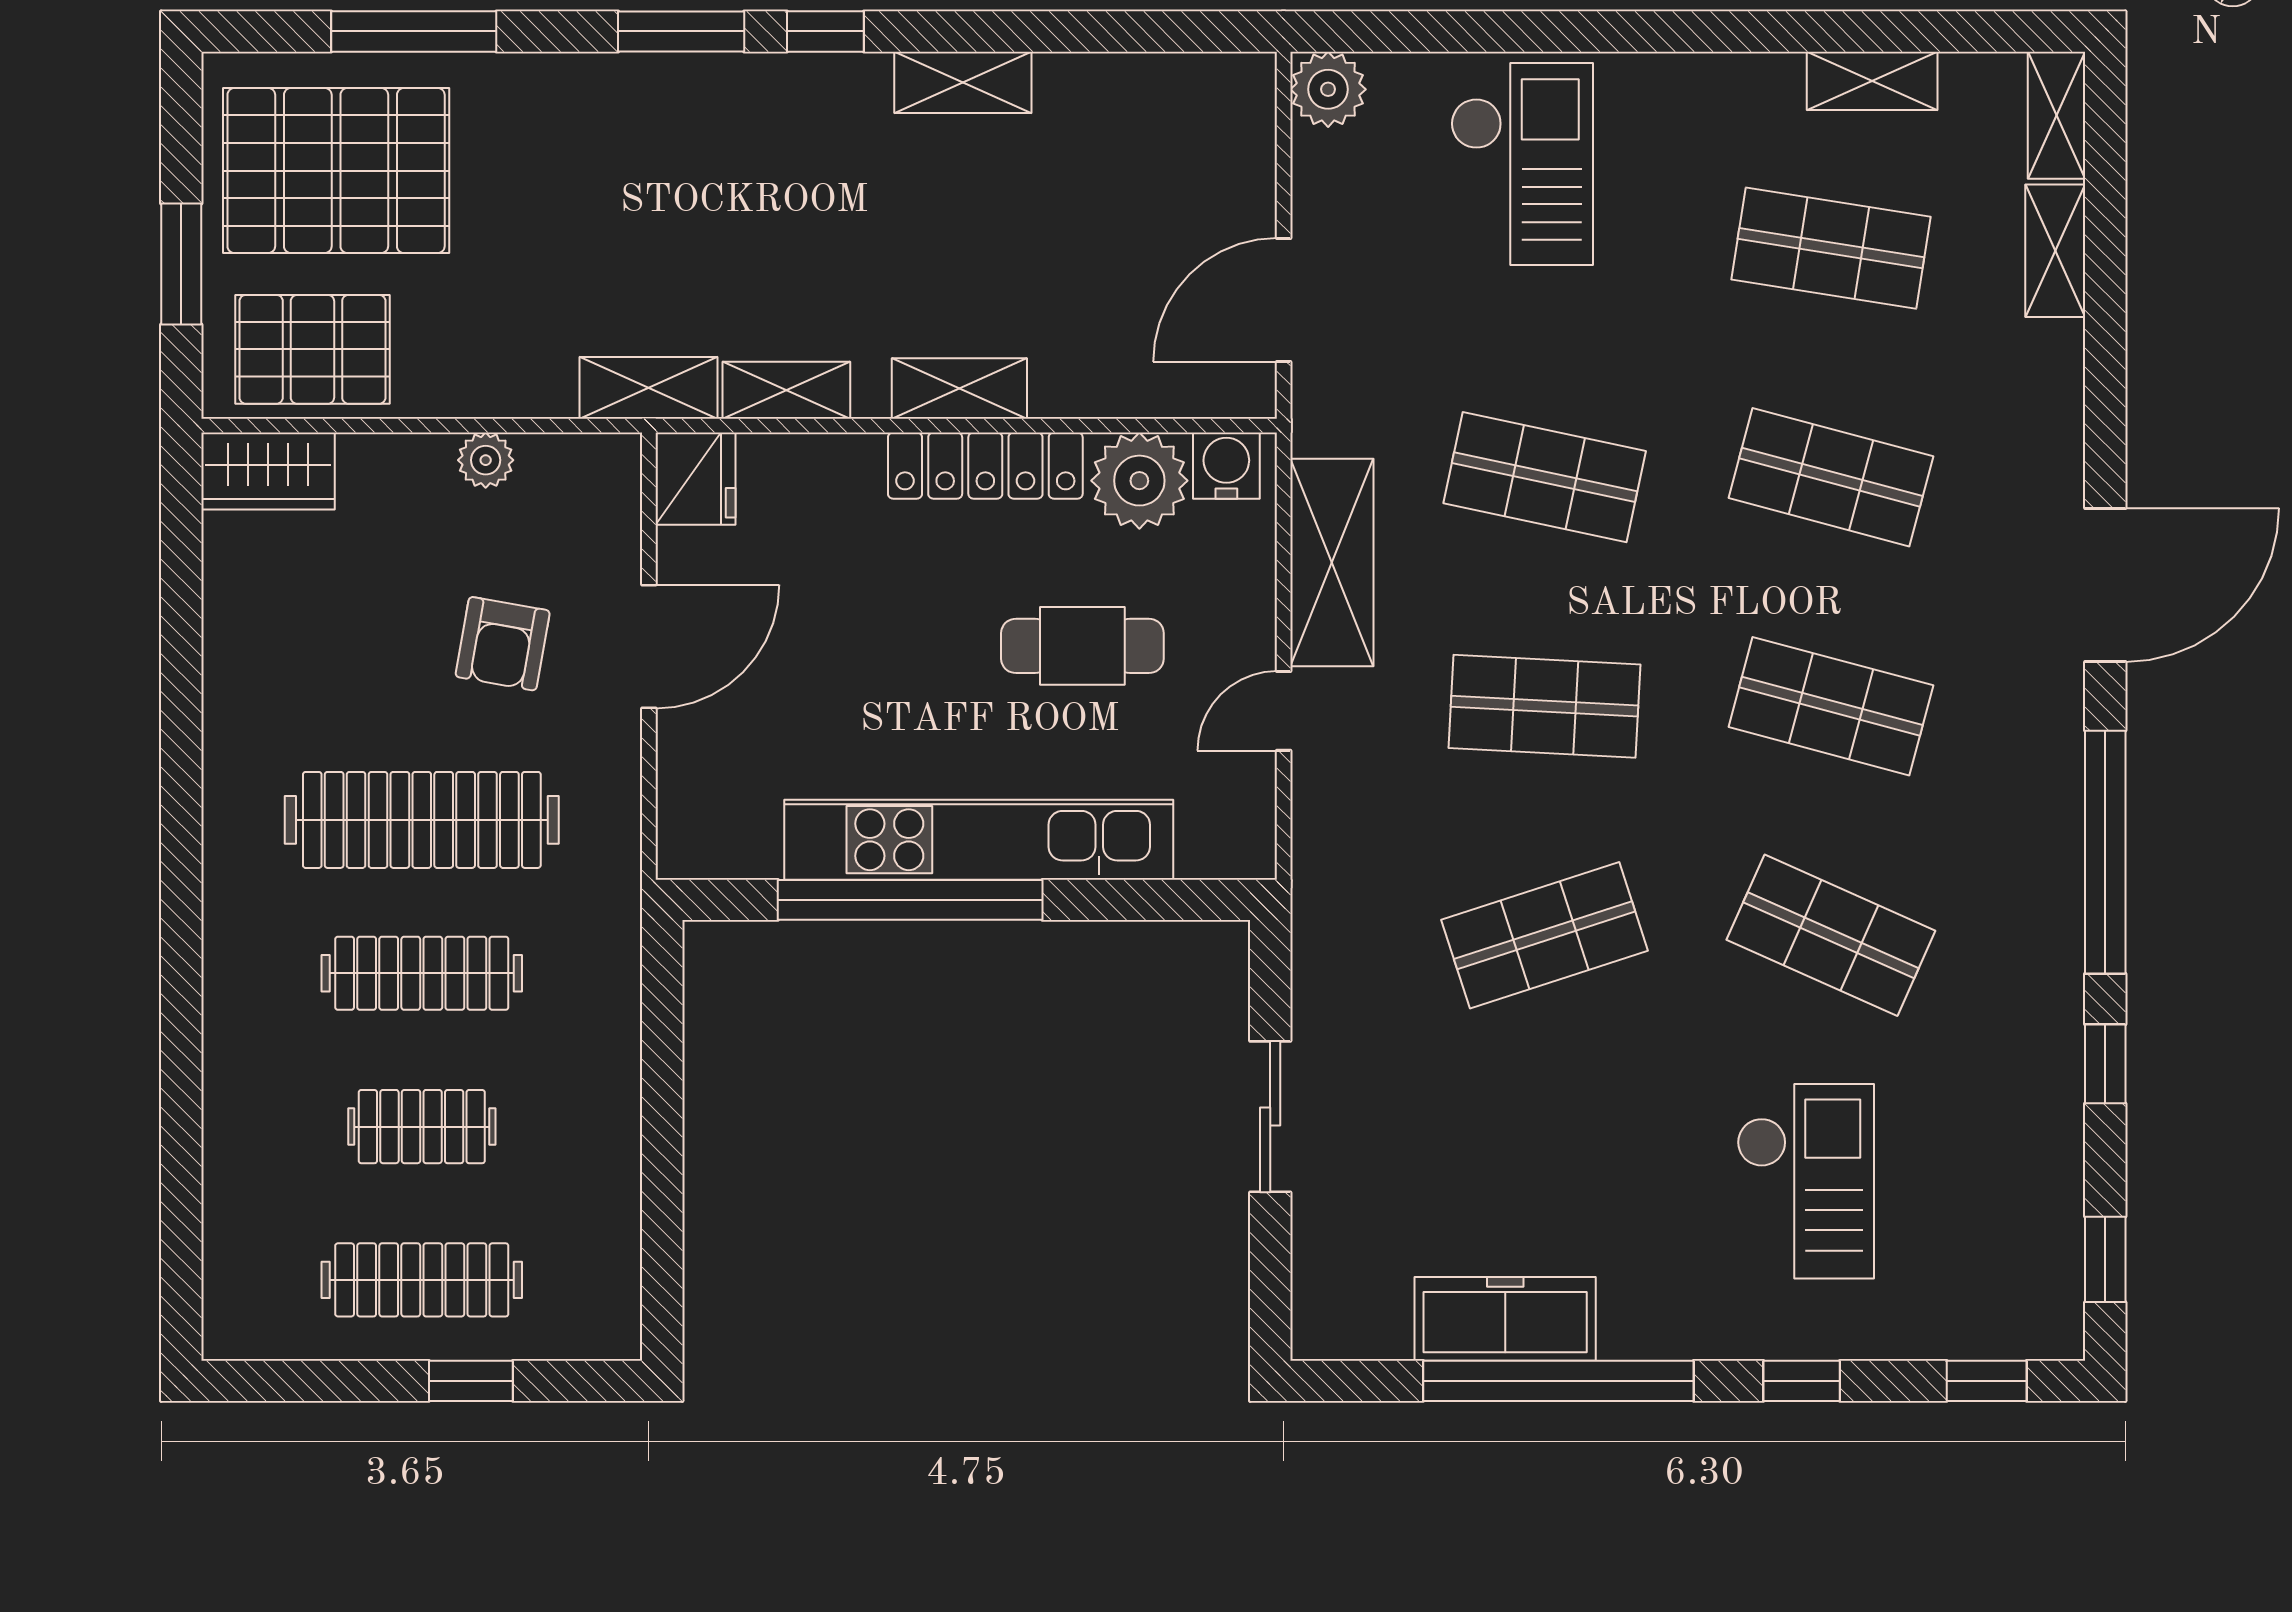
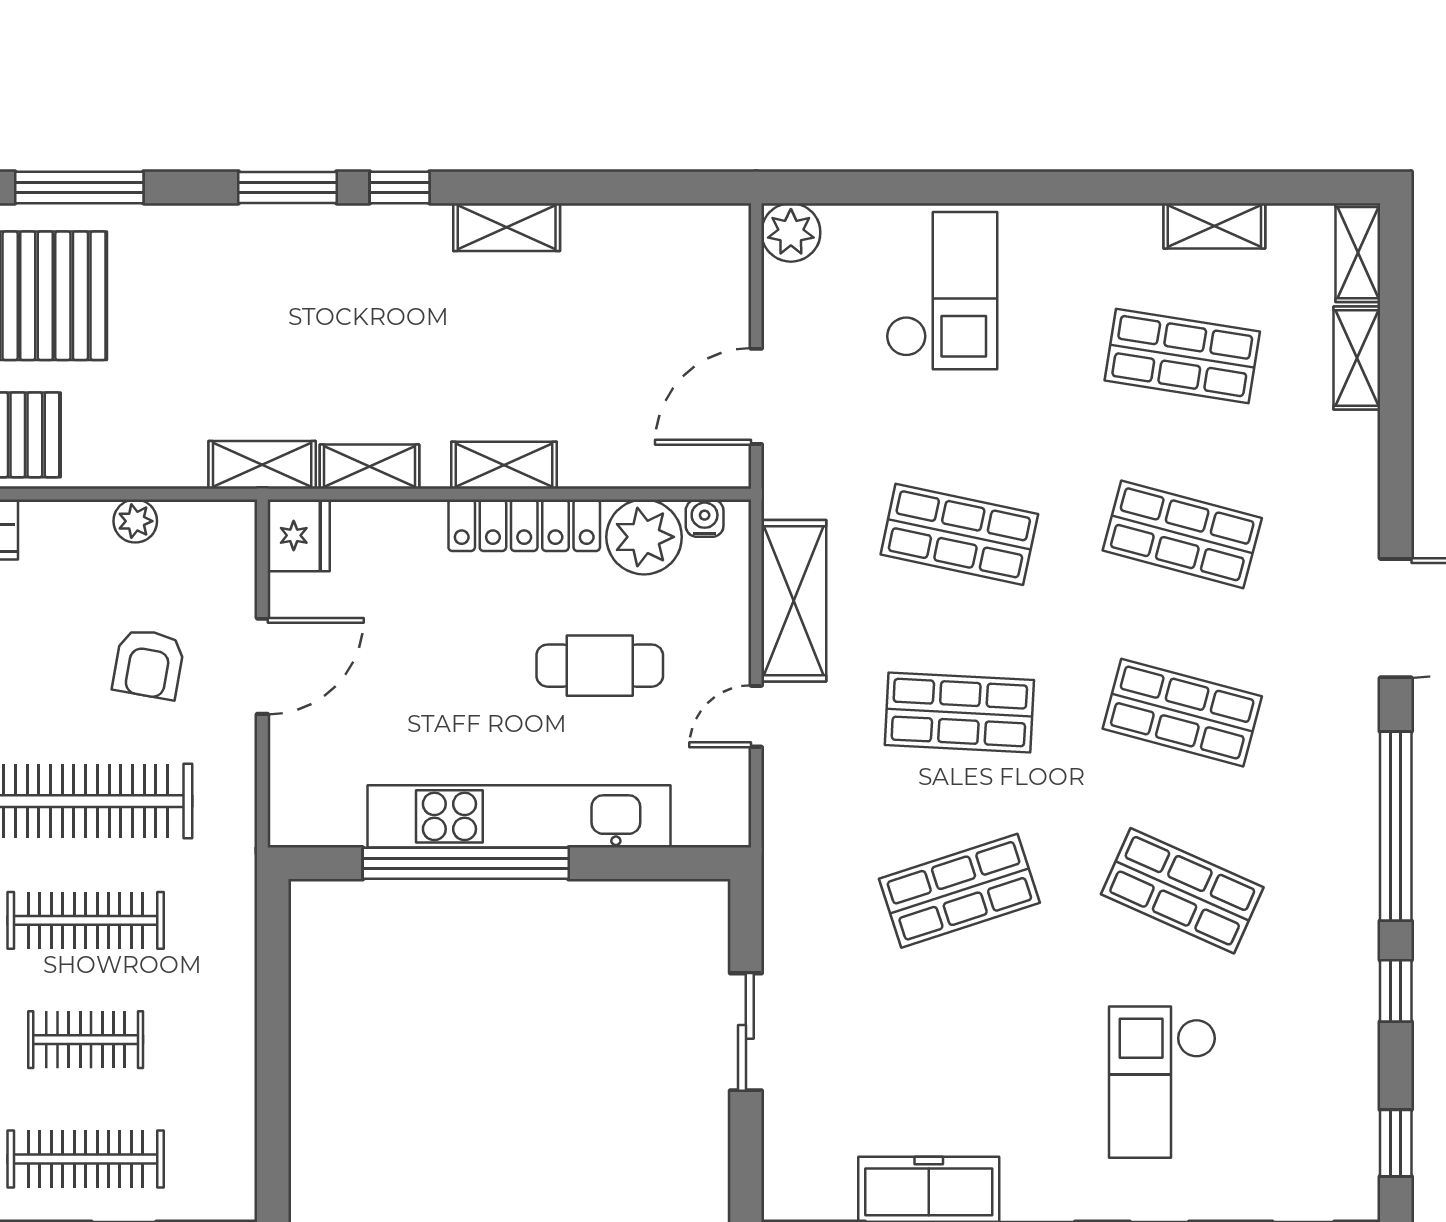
water cooler: (1226, 466) -> (705, 518), width x0.72, depth x0.72
checkout: (1805, 1181) -> (1162, 1082), turned 180

